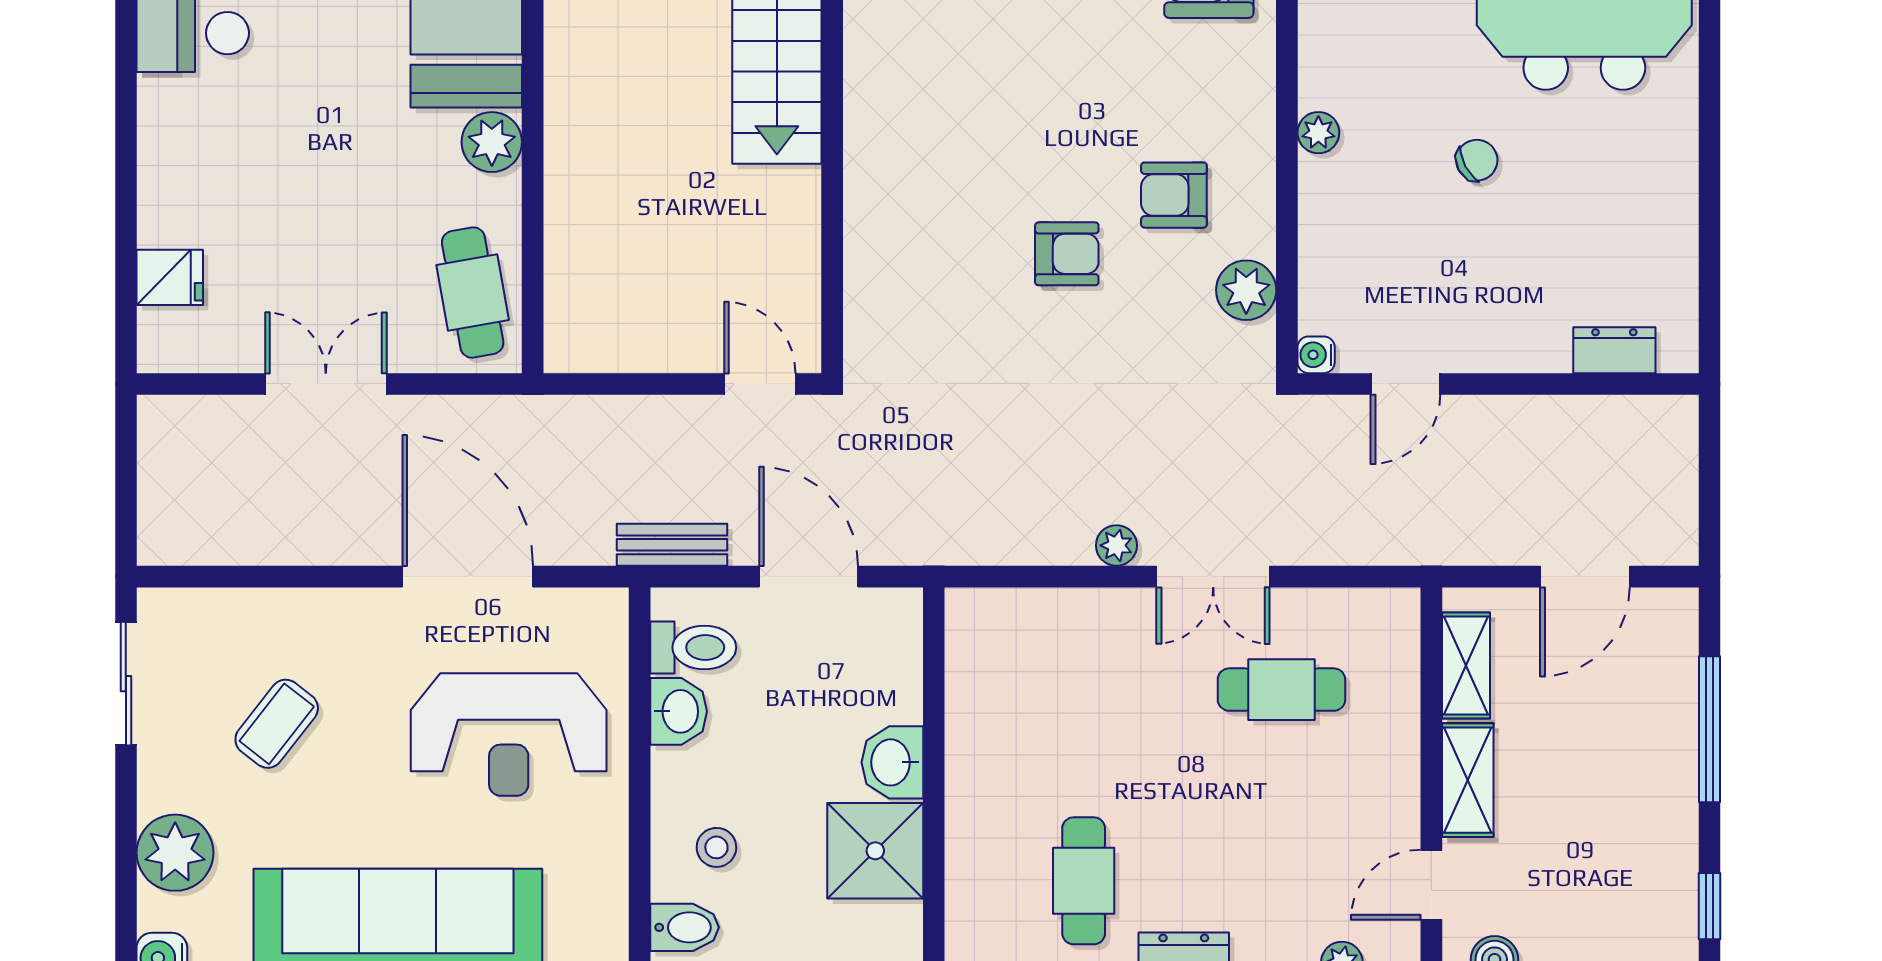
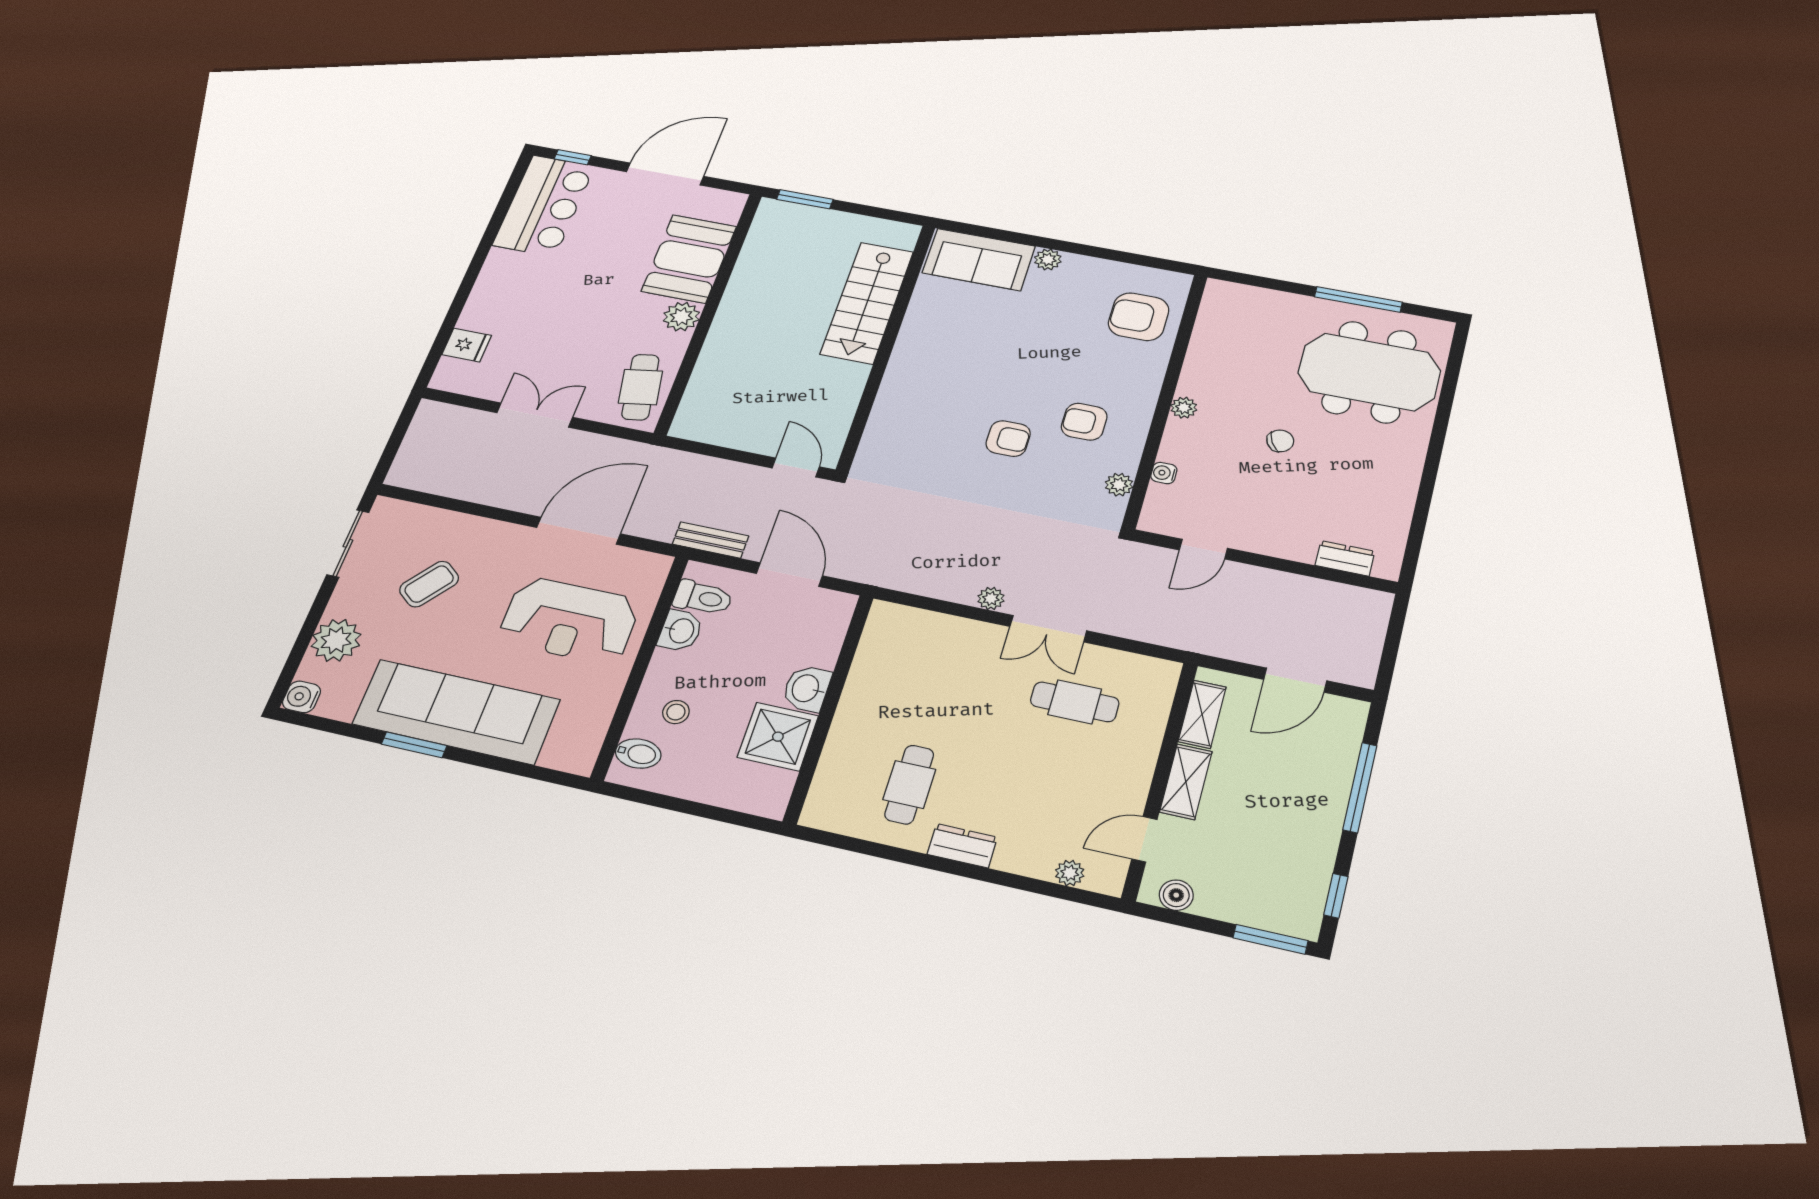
plant: (1246, 290) -> (1119, 485), width x0.73, depth x0.73
water cooler: (1316, 355) -> (1164, 473), moved
door: (468, 577) -> (579, 531), hinge flipped

